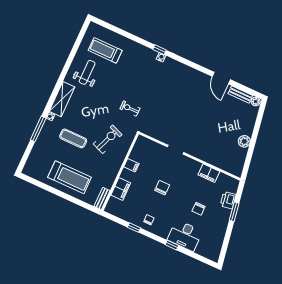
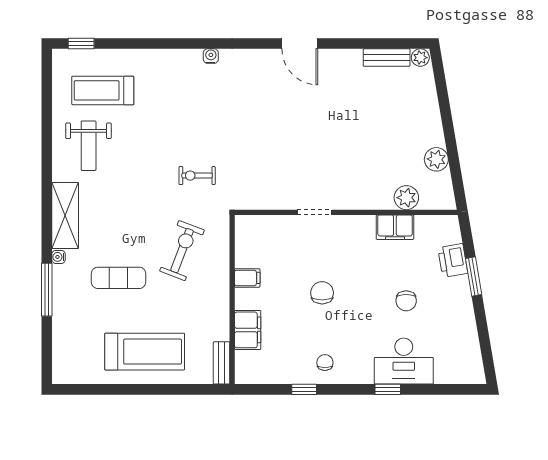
window: (160, 50) -> (81, 43), moved
weight bench: (87, 72) -> (89, 146), turned 180
door: (221, 78) -> (300, 43), moved
plant: (244, 141) -> (436, 159), moved
plant: (220, 162) -> (406, 198), added

